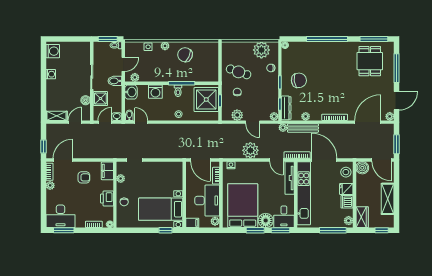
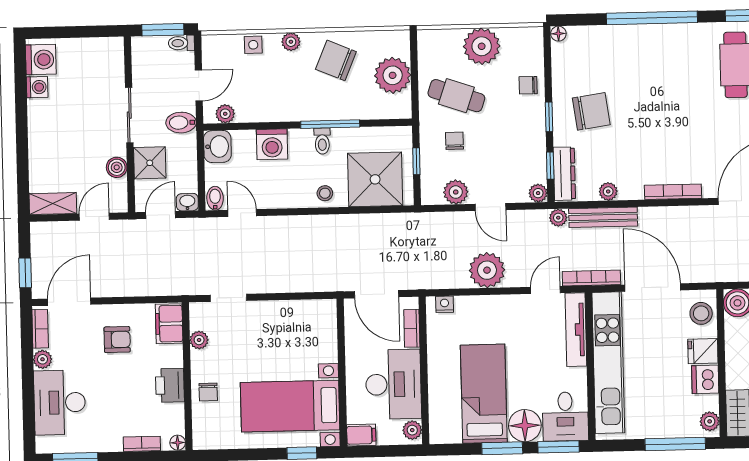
plant: (261, 50) -> (482, 46), moved
plant: (210, 62) -> (393, 75), added
washing machine: (51, 74) -> (37, 87), moved
shower: (206, 100) -> (375, 179), moved
door: (276, 160) -> (545, 290), swing flipped
bed: (243, 206) -> (484, 394), width x0.67
desk: (61, 216) -> (60, 402), moved, turned 90

